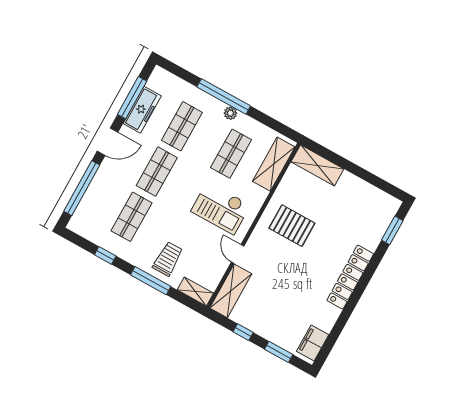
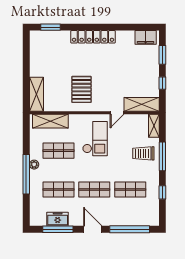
freezer: (142, 110) -> (58, 219), width x0.71

